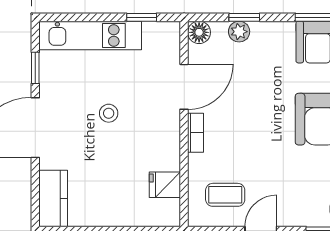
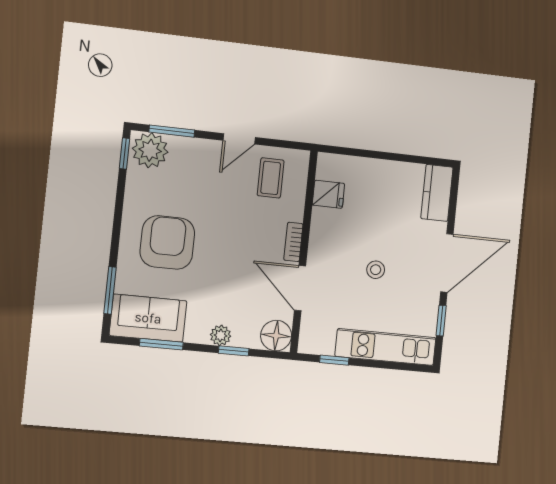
floor lamp: (199, 32) -> (276, 336), width x1.38, depth x1.38
plant: (239, 32) -> (221, 335), moved
door: (184, 87) -> (300, 288), hinge flipped
coffee table: (225, 195) -> (271, 178), turned 90

